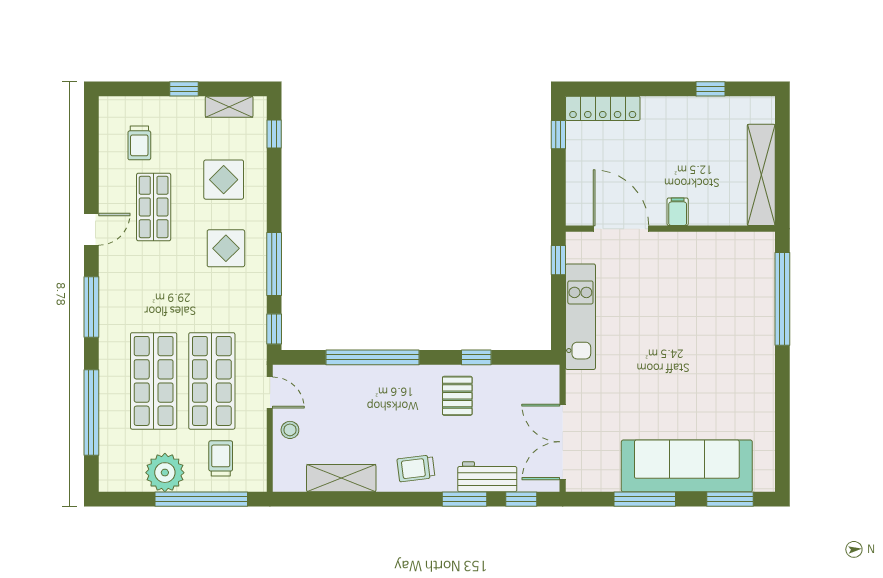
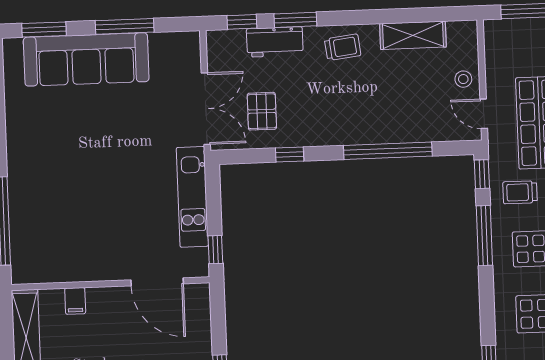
filing cabinet: (678, 212) -> (75, 301), moved
pallet: (457, 396) -> (262, 111), moved
double door: (563, 442) -> (206, 109), moved
trolley: (221, 458) -> (520, 192), moved, turned 90

